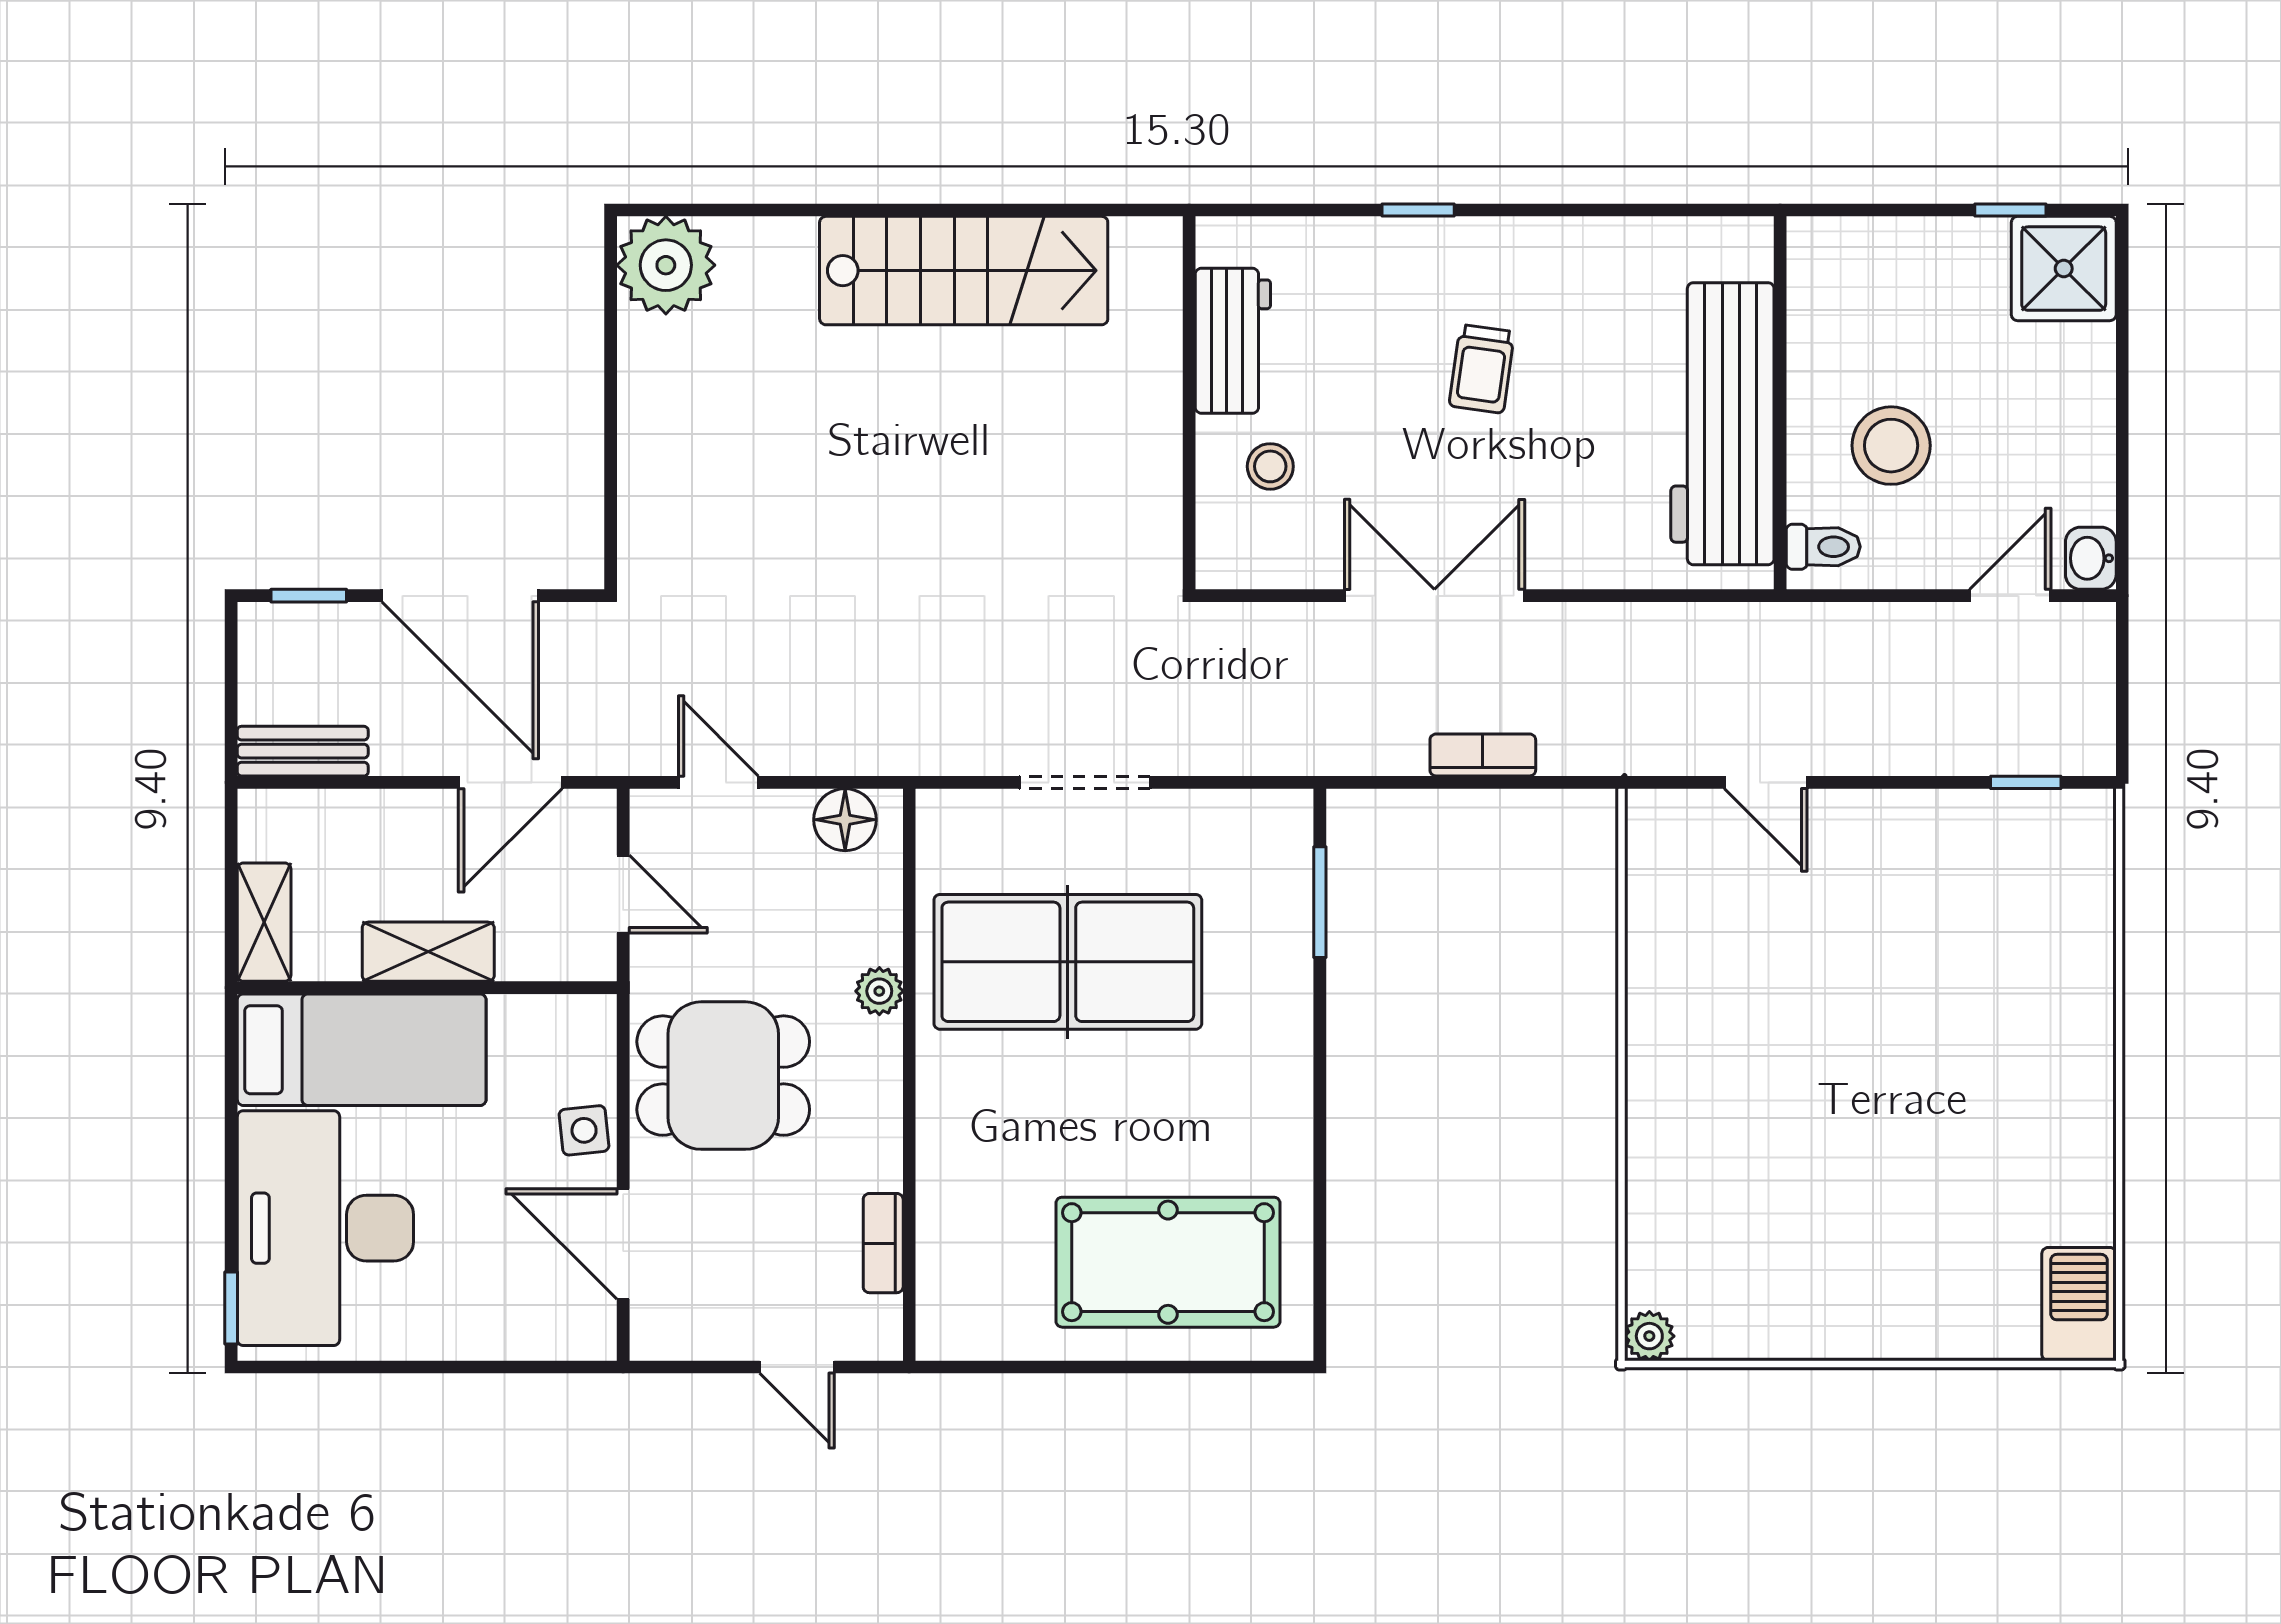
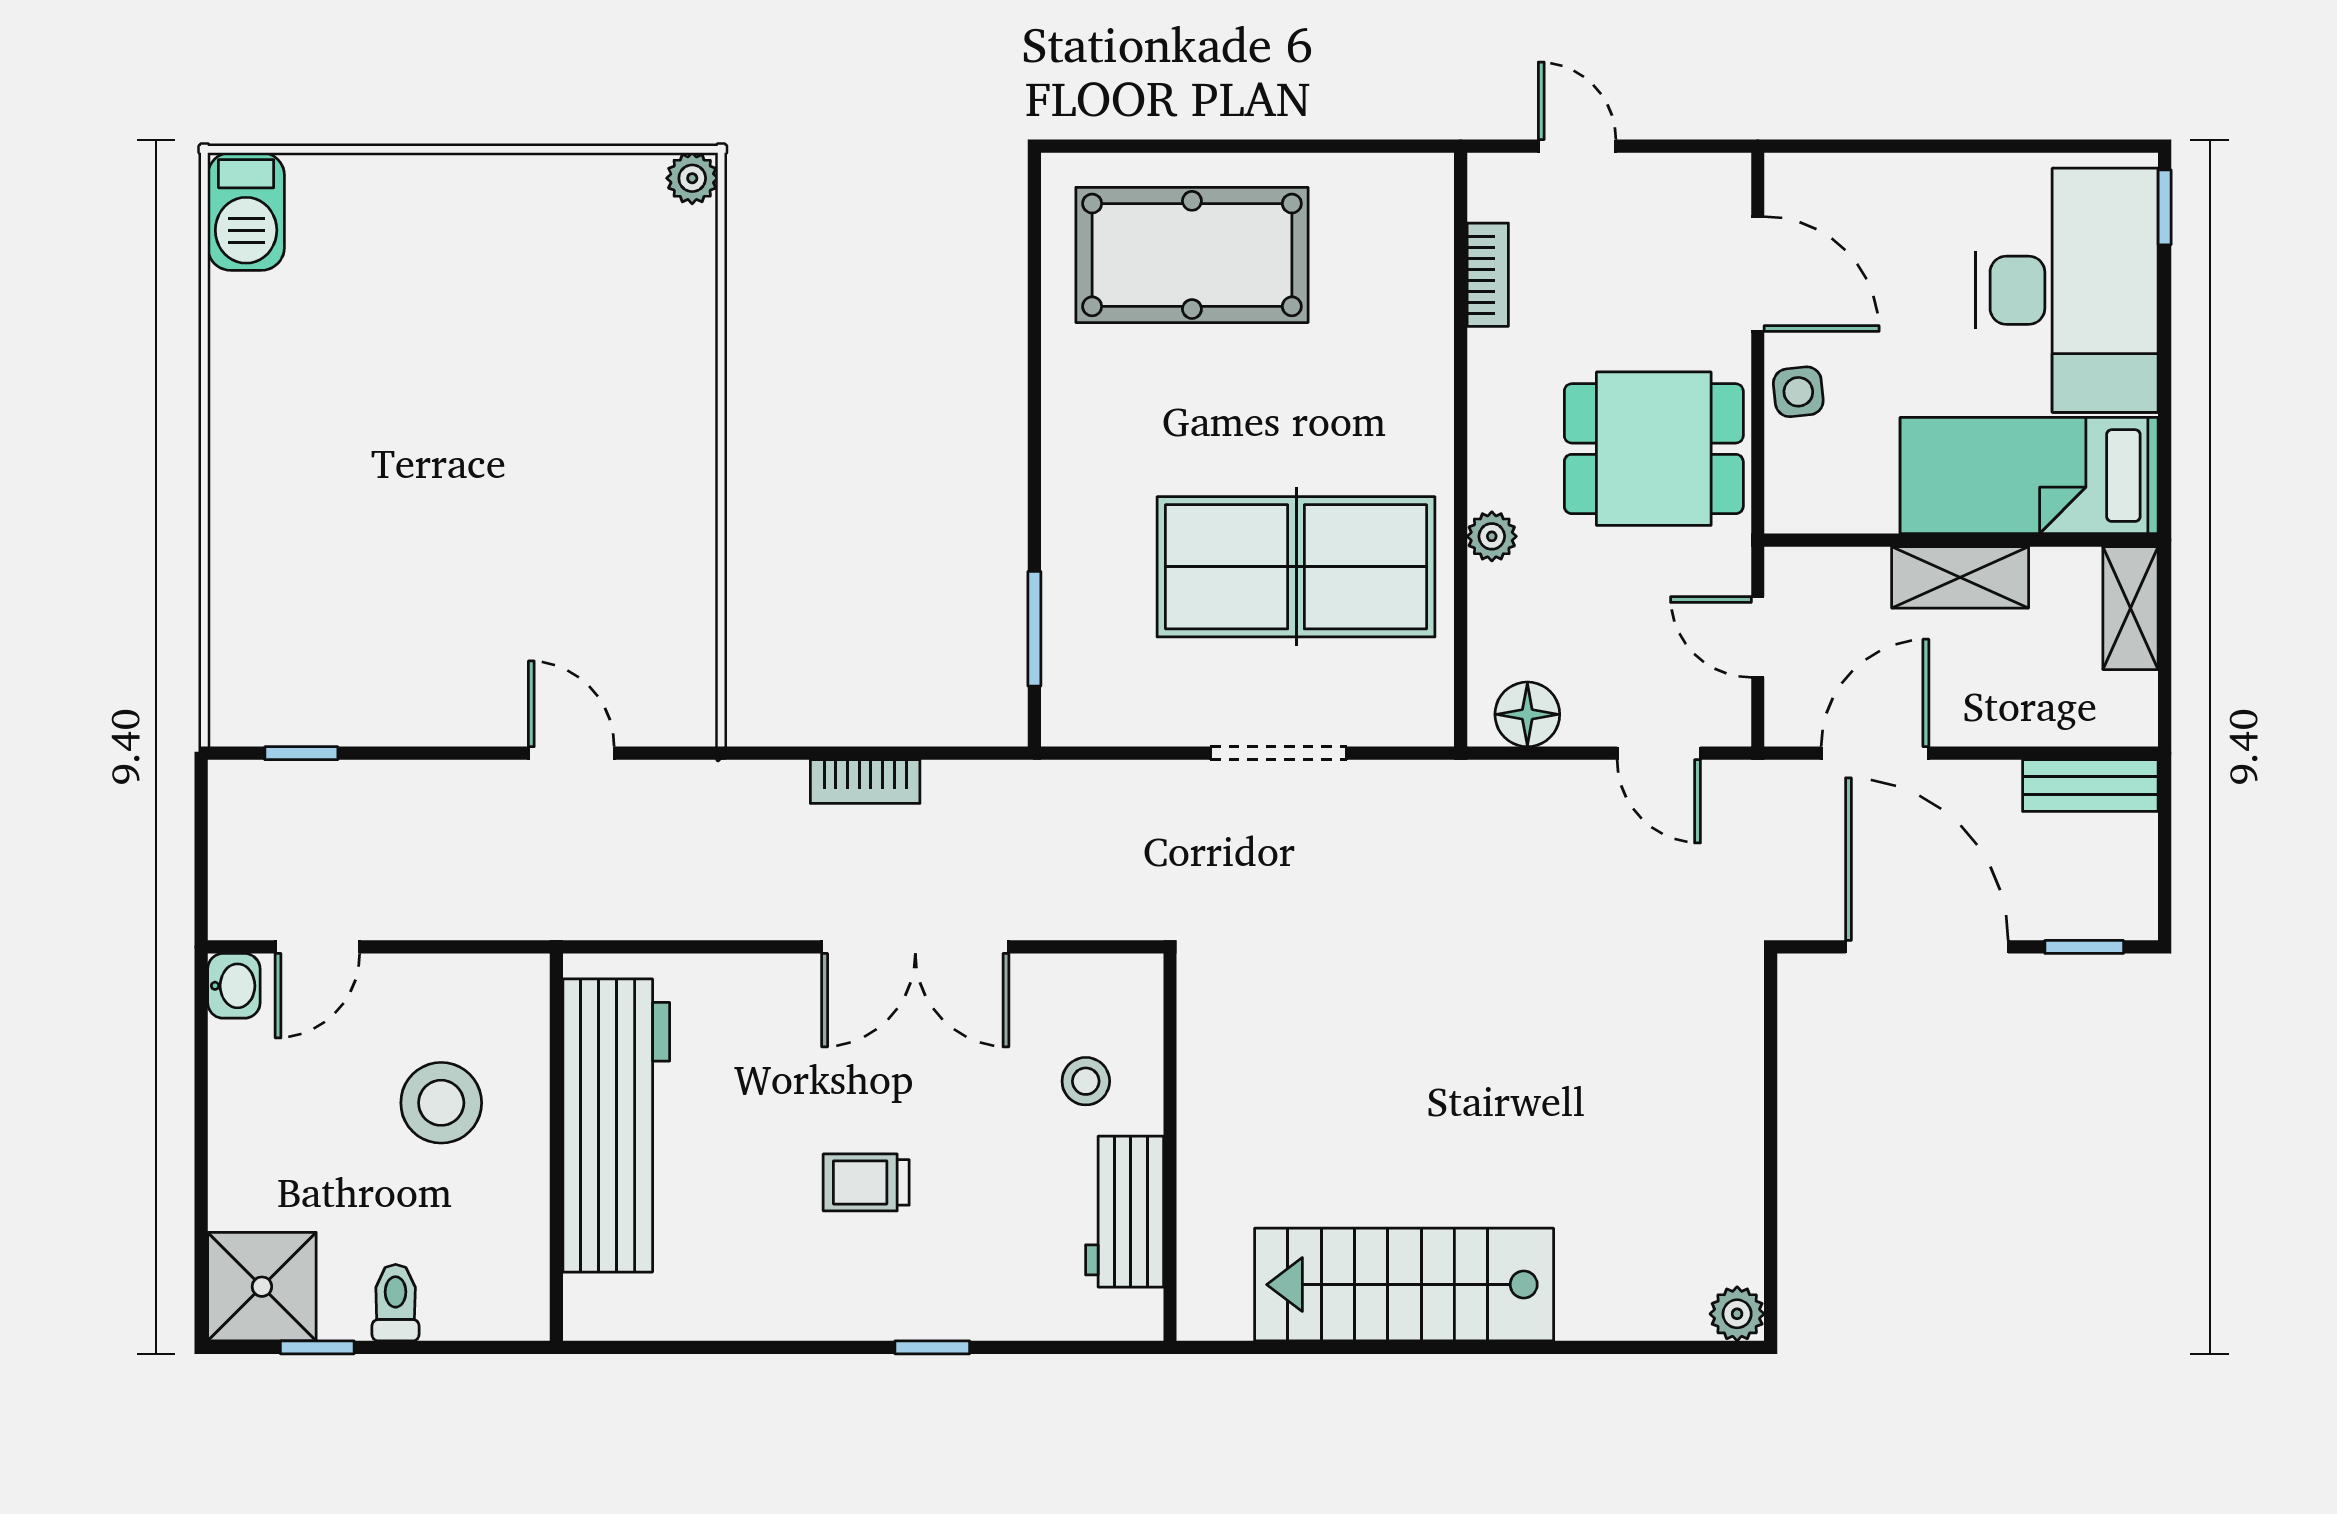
plant: (666, 265) -> (1737, 1314), width x0.53, depth x0.53
trolley: (1482, 369) -> (866, 1182), turned -98
toilet: (1823, 547) -> (396, 1303), moved, turned 90

